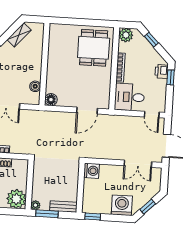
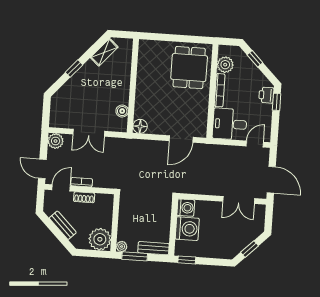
plant: (126, 35) -> (225, 65), moved
door: (152, 114) -> (255, 144), swing flipped
washing machine: (122, 205) -> (187, 229), moved, turned 90

